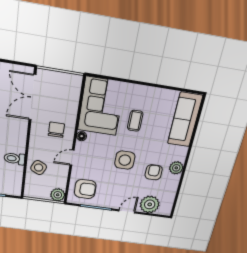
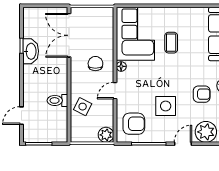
side table: (125, 160) -> (166, 106), moved
armchair: (154, 172) -> (202, 94), turned 90

